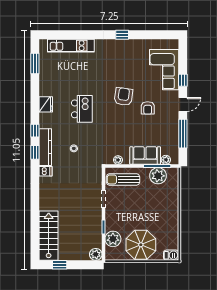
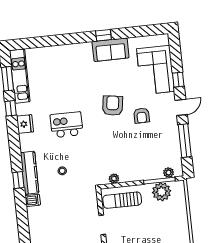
kitchen unit: (71, 46) -> (20, 76), moved, turned -90
kitchen island: (82, 109) -> (67, 125), turned -90
window: (35, 131) -> (11, 108), moved
sofa: (145, 155) -> (111, 50), moved, turned 180

